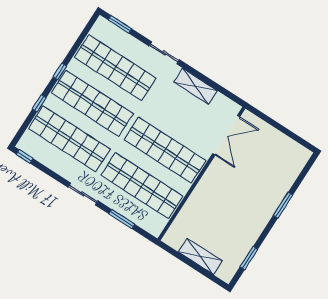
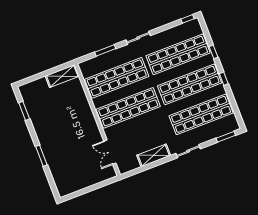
double door: (226, 135) -> (110, 152), width x0.73
shelving: (200, 256) -> (62, 76), moved

